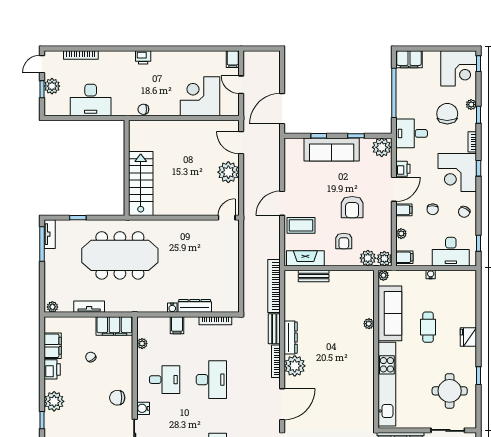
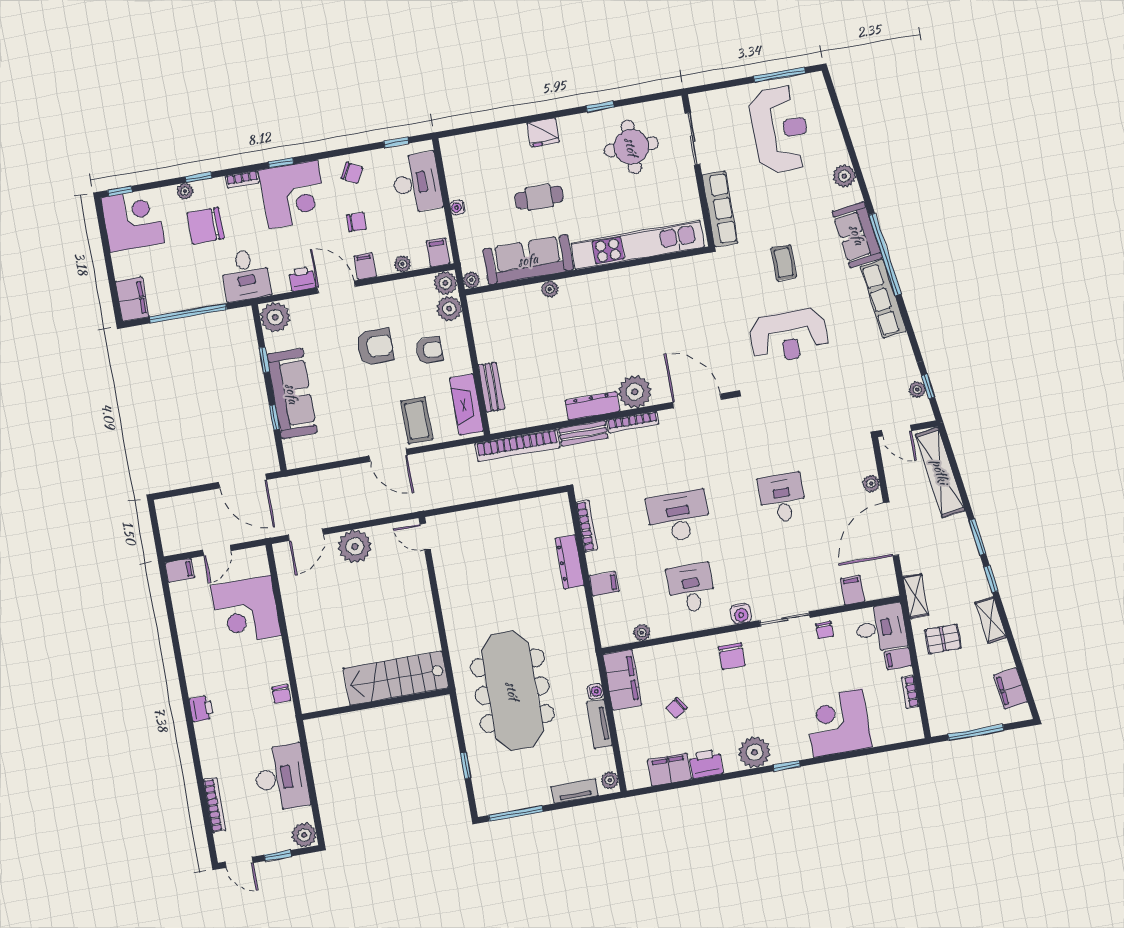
plant: (52, 86) -> (304, 835), moved
tv unit: (50, 234) -> (575, 791), moved
water cooler: (172, 308) -> (595, 691), moved

